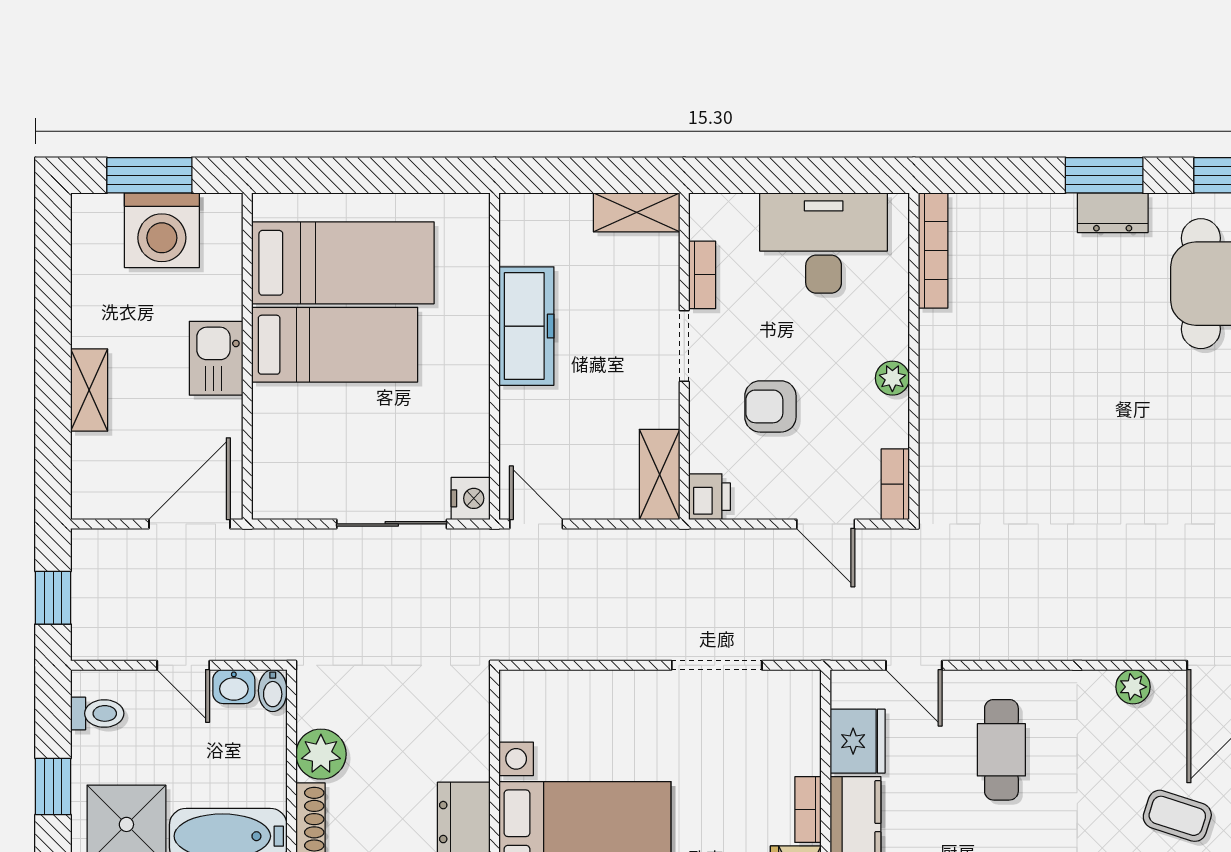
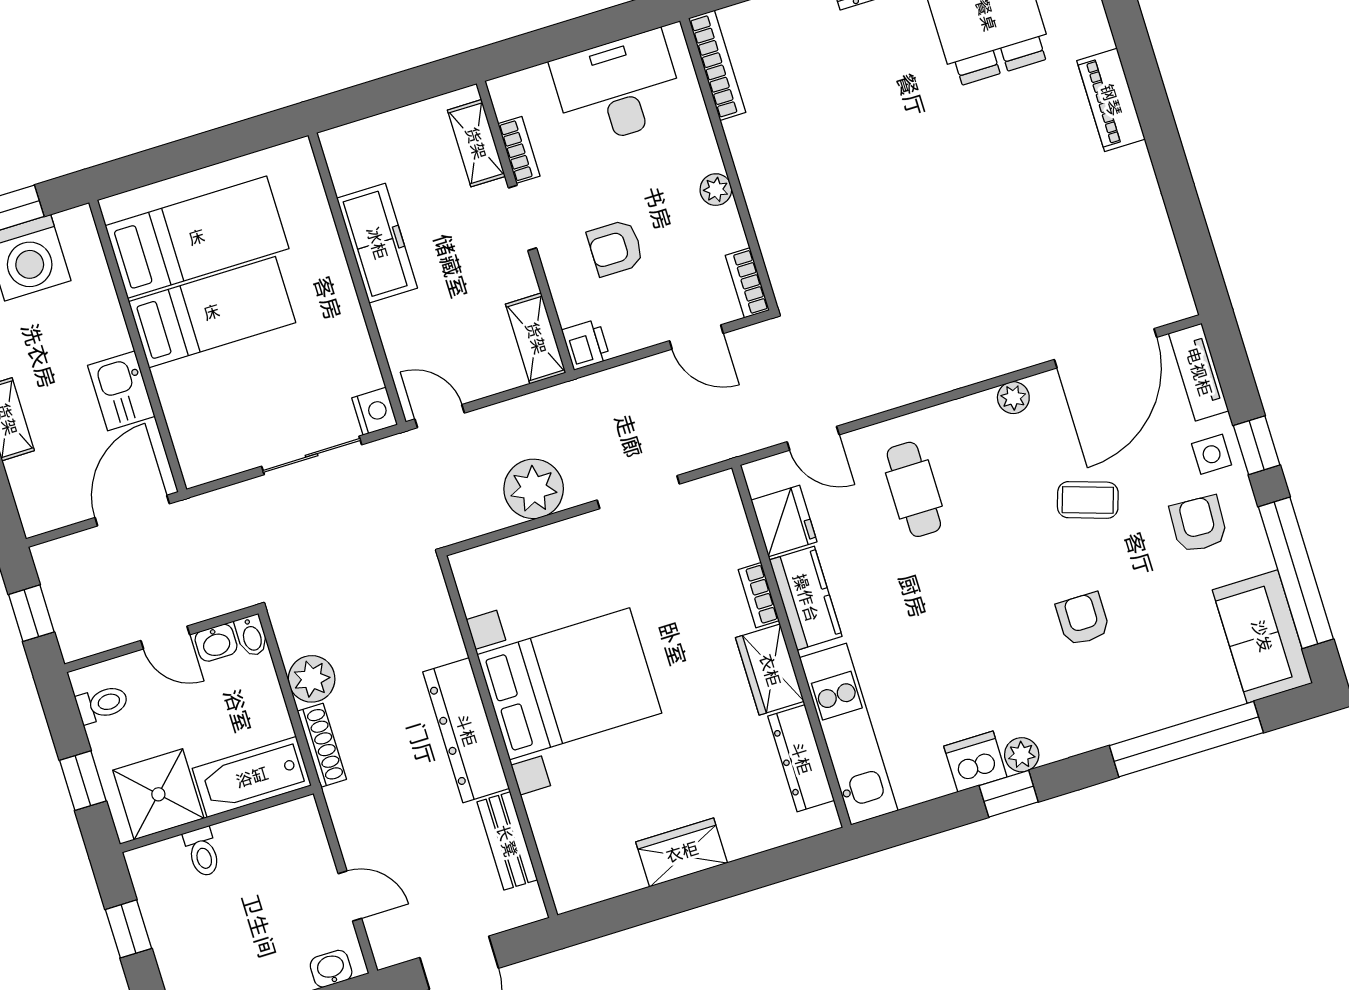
shelving: (637, 212) -> (476, 143), moved, turned 90
kitchen sink: (216, 358) -> (121, 391), moved
plant: (610, 629) -> (534, 489), added

